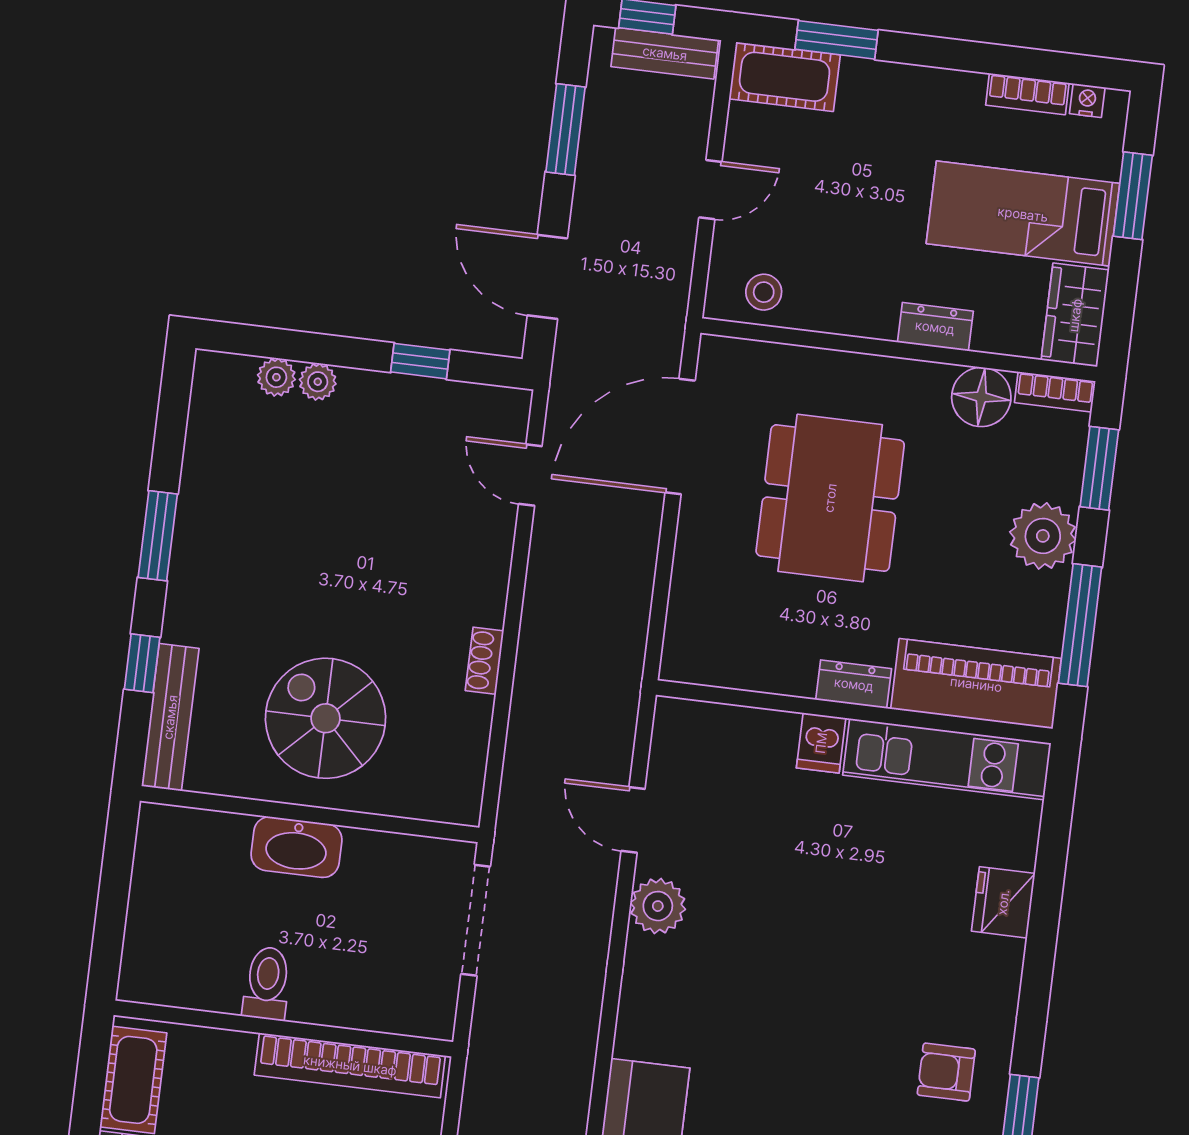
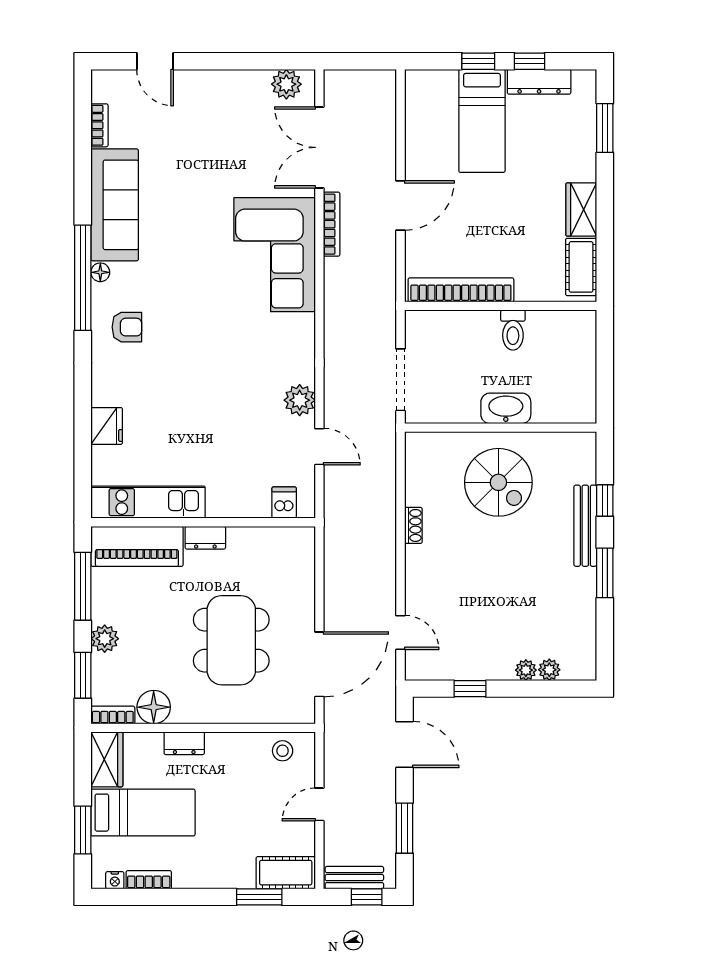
plant: (1043, 536) -> (105, 639), width x0.73, depth x0.73
bench: (170, 717) -> (585, 526), moved
dishwasher: (821, 743) -> (284, 503), moved

